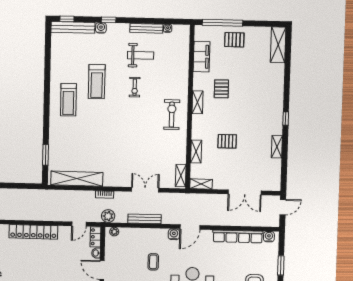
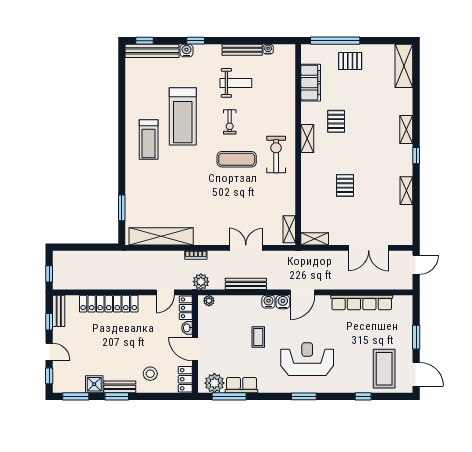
treadmill: (97, 82) -> (183, 116), width x1.37, depth x1.38
exercise mat: (140, 118) -> (237, 159), added
pallet: (227, 141) -> (345, 185), turned 90
shelving: (196, 151) -> (406, 129), moved
water cooler: (269, 237) -> (268, 302), moved

